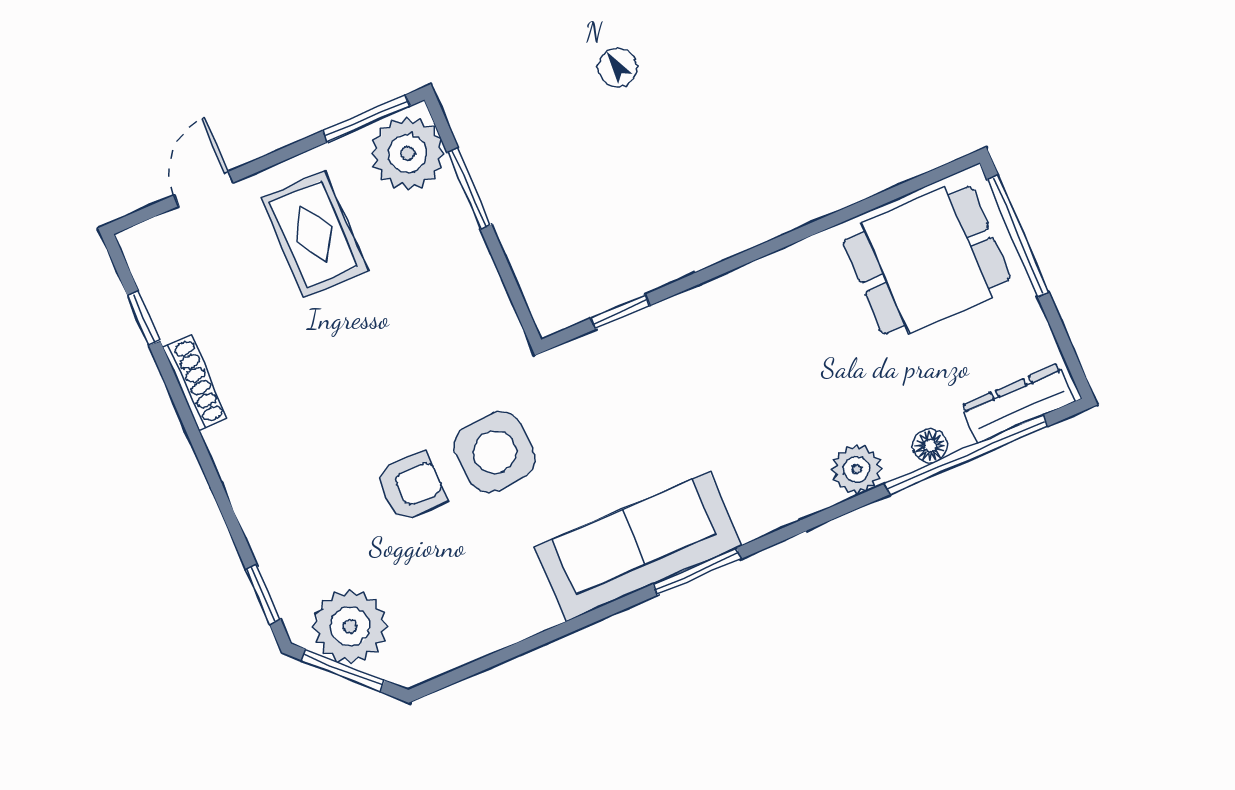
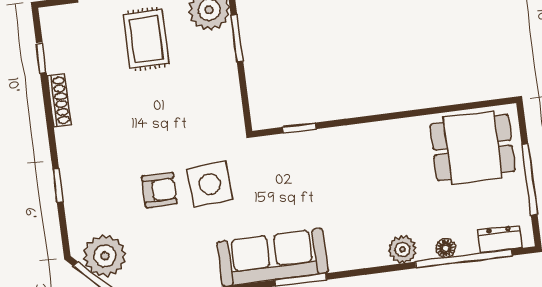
window: (1018, 236) -> (530, 179), moved
dresser: (1018, 403) -> (500, 239), width x0.70
window: (263, 594) -> (58, 185), moved

